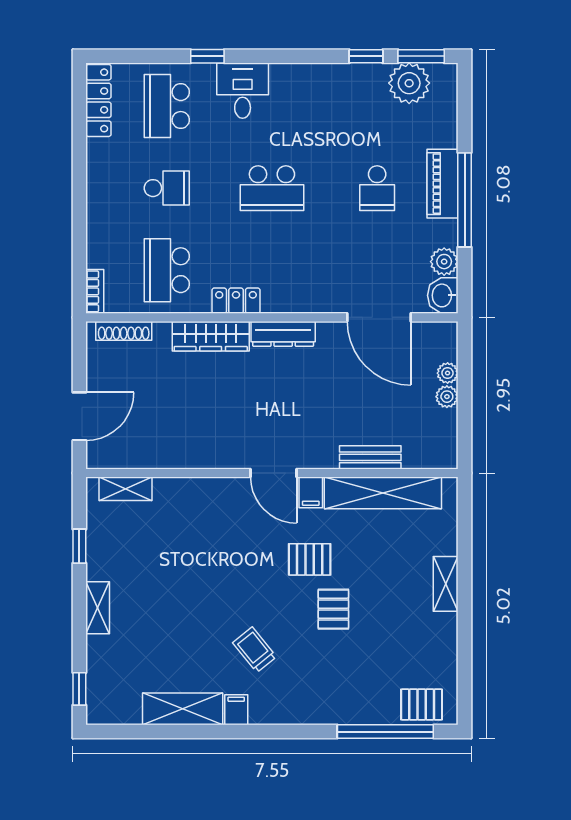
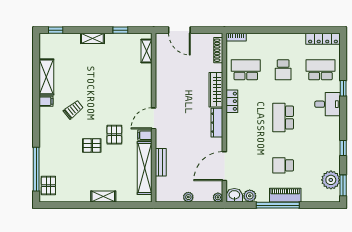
window: (366, 56) -> (343, 148), moved
plant: (448, 373) -> (218, 197), moved

